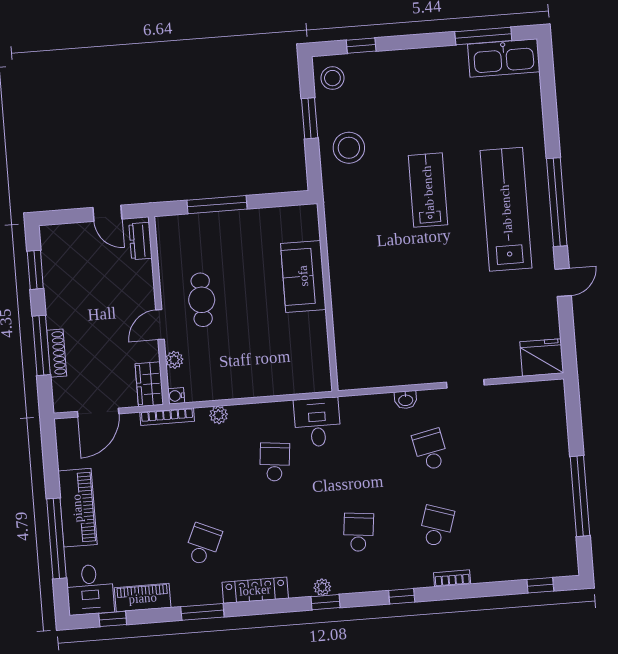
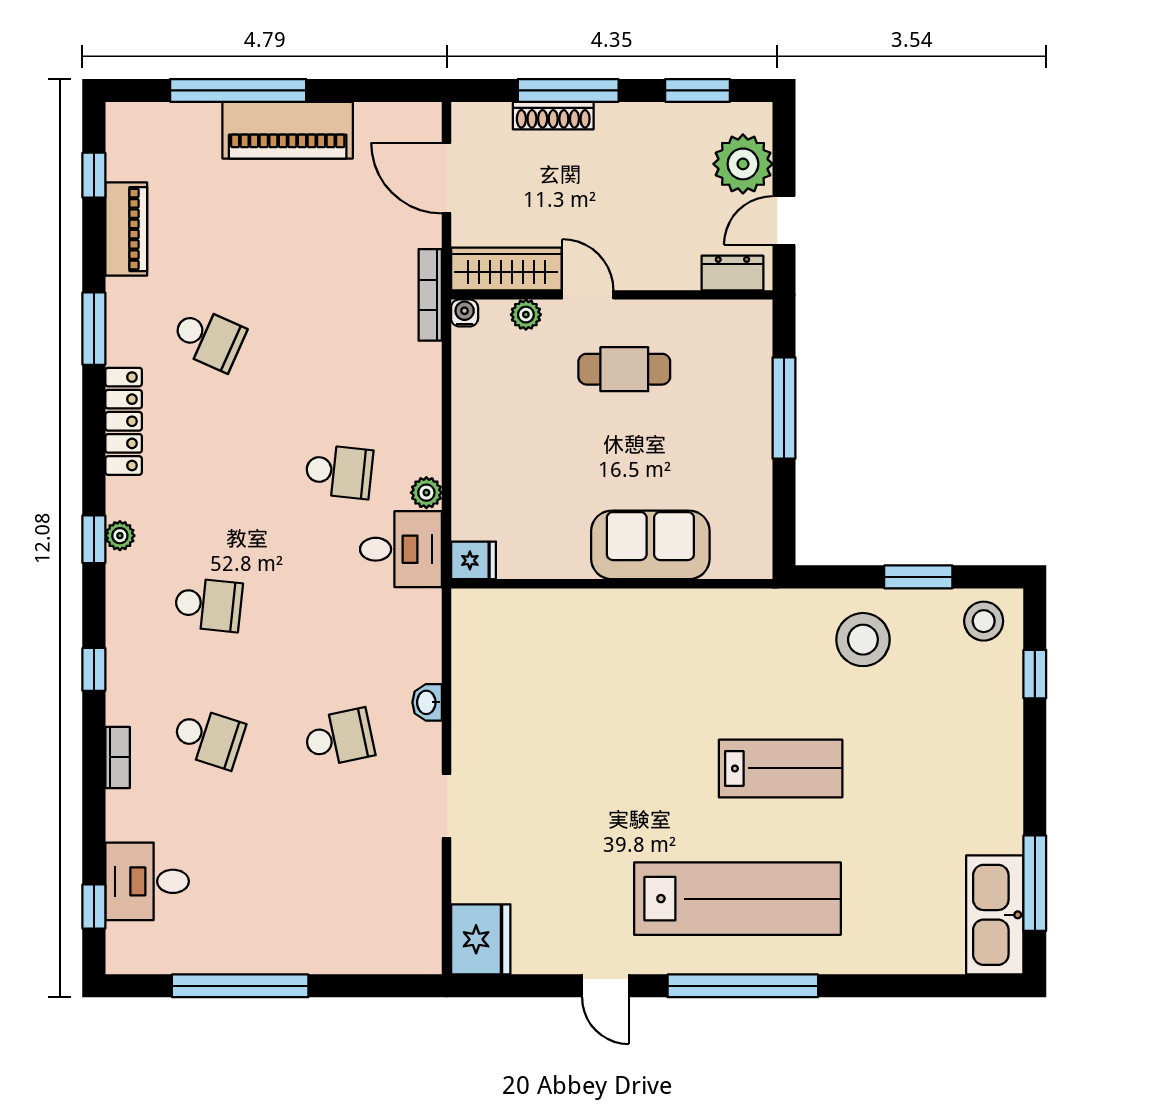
plant: (76, 240) -> (743, 164), added
fridge: (320, 379) -> (474, 560), added
wardrobe: (149, 384) -> (506, 269), width x1.50
plant: (219, 415) -> (426, 493), moved
desk: (90, 589) -> (147, 881), moved

